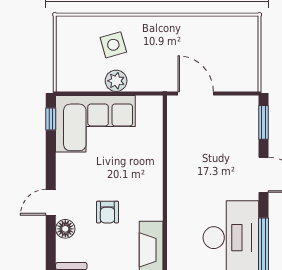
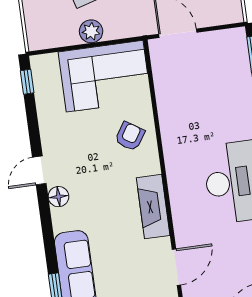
corner sofa: (95, 124) -> (105, 76), moved
armchair: (107, 212) -> (130, 136), moved, turned -147

